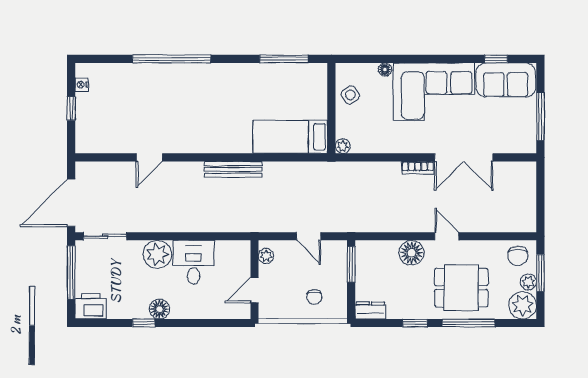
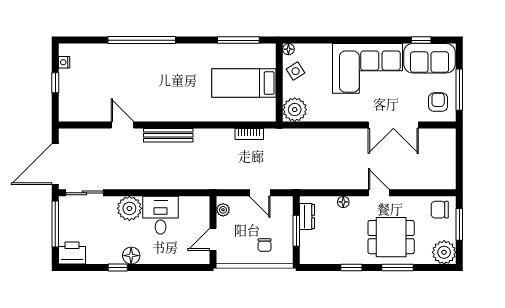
floor lamp: (385, 69) -> (288, 49), moved
armchair: (516, 131) -> (438, 102), added
bed: (290, 137) -> (244, 83), moved
plant: (343, 146) -> (295, 110), width x1.88, depth x1.88
door: (149, 157) -> (122, 125), swing flipped
bookcase: (418, 168) -> (249, 134), moved
bench: (233, 169) -> (168, 135), moved
floor lamp: (412, 253) -> (343, 202), width x0.53, depth x0.53
chair: (518, 256) -> (440, 210), turned 90
window: (351, 264) -> (296, 231), moved
plant: (528, 282) -> (449, 232), removed
dresser: (370, 310) -> (307, 216), moved, turned 90
window: (469, 323) -> (397, 268), width x0.69

